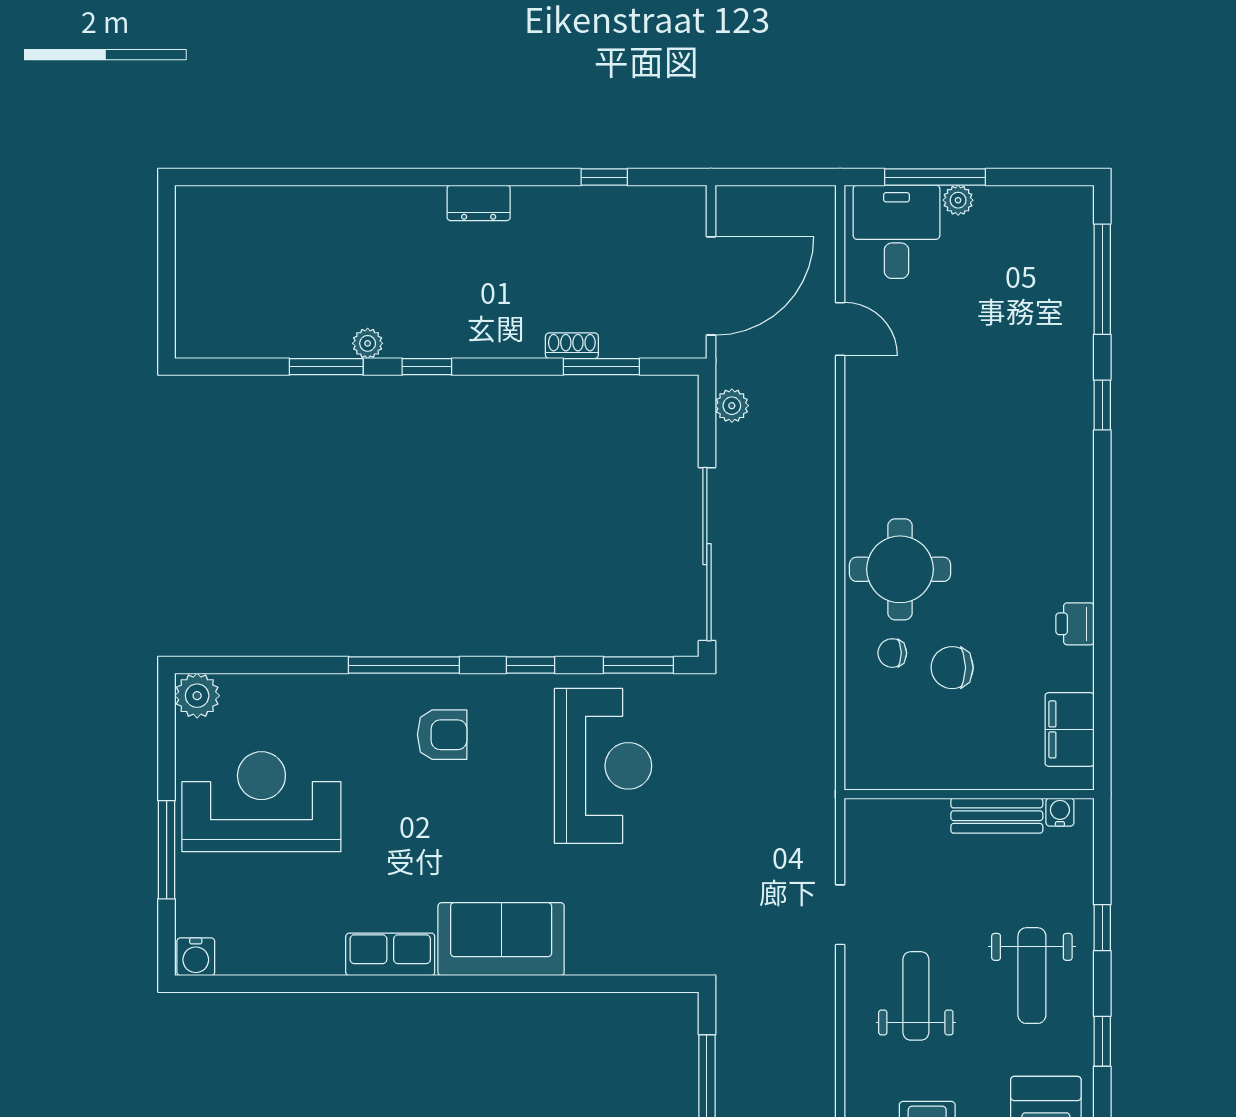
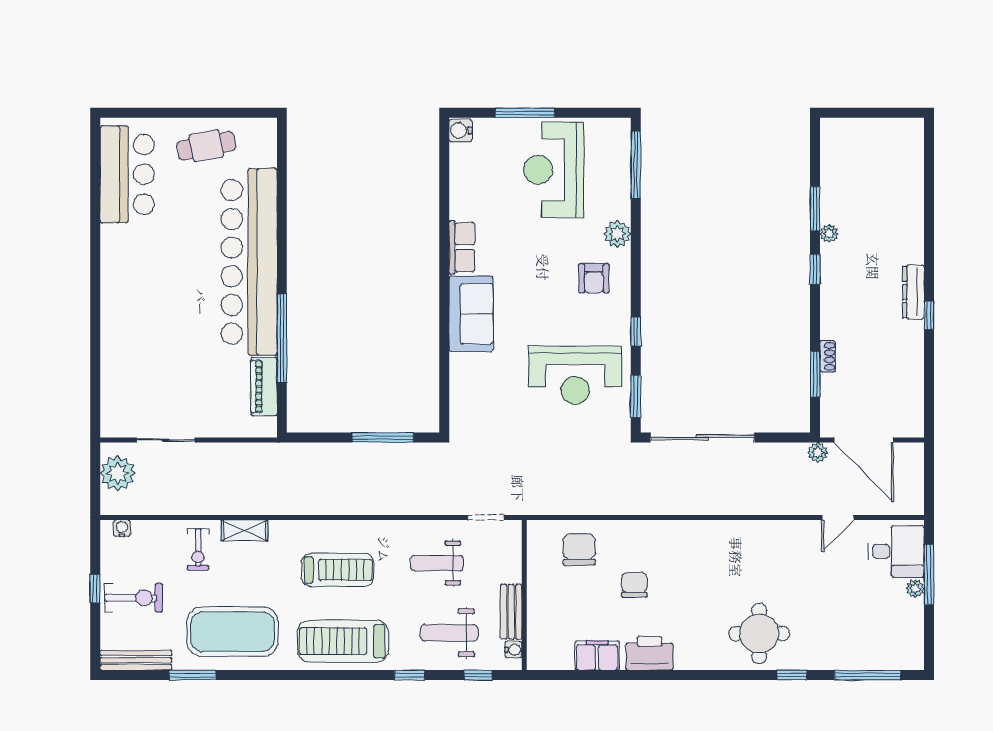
window: (604, 177) -> (929, 315), moved
dresser: (479, 203) -> (913, 292), width x1.44
plant: (732, 406) -> (818, 452), moved
round table: (900, 569) -> (759, 633), moved
printer: (1075, 624) -> (649, 653), width x1.87, depth x1.48
chair: (892, 653) -> (579, 550), moved, width x1.87, depth x1.87
window: (404, 665) -> (636, 165), moved
plant: (197, 696) -> (617, 234), moved
wall: (969, 794) -> (524, 595), moved
reception desk: (261, 802) -> (554, 170), turned 180
water cooler: (1060, 812) -> (513, 650), moved
bench: (997, 816) -> (511, 612), moved
weight bench: (916, 996) -> (437, 563), turned 180

